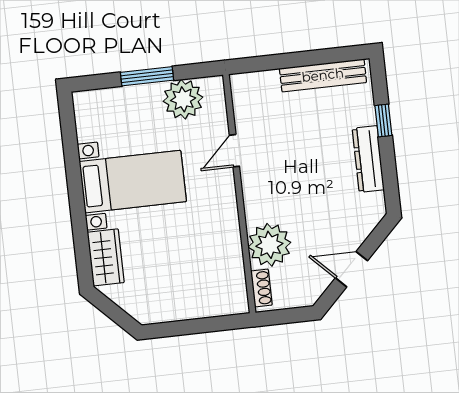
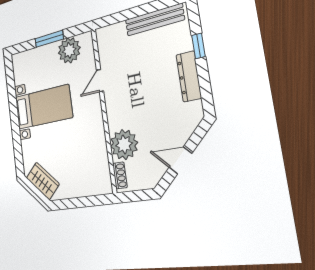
wardrobe: (106, 257) -> (43, 181), moved, turned -45

